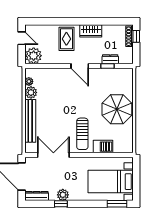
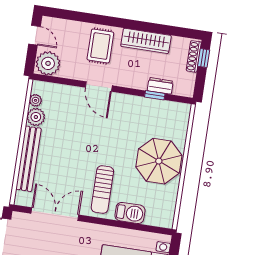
wardrobe: (91, 31) -> (146, 41), width x1.50
door: (80, 66) -> (99, 87), moved

